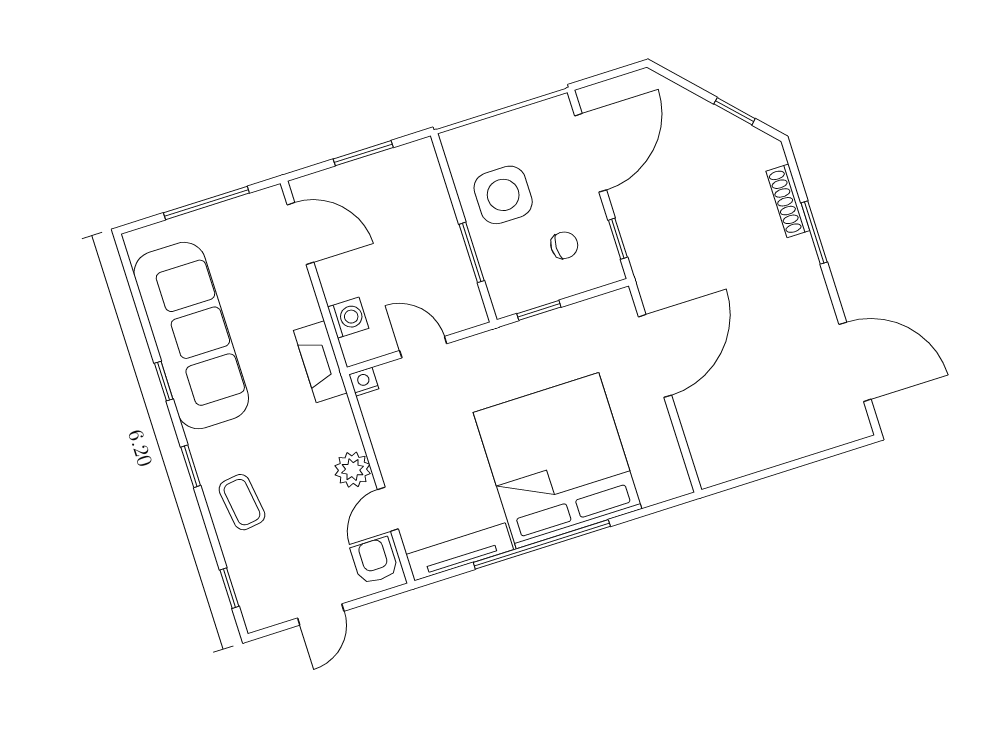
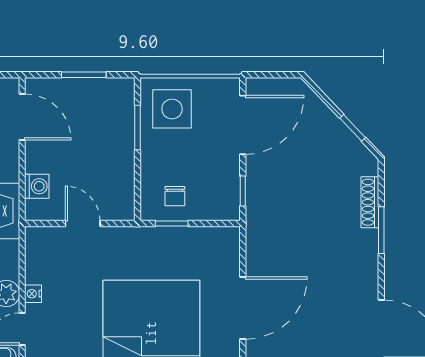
side table: (503, 195) -> (172, 109), moved
chair: (564, 245) -> (175, 196), moved, turned 90
window: (472, 252) -> (138, 127), moved
door: (655, 356) -> (243, 308), moved
nightstand: (364, 382) -> (33, 294), moved, turned -90

